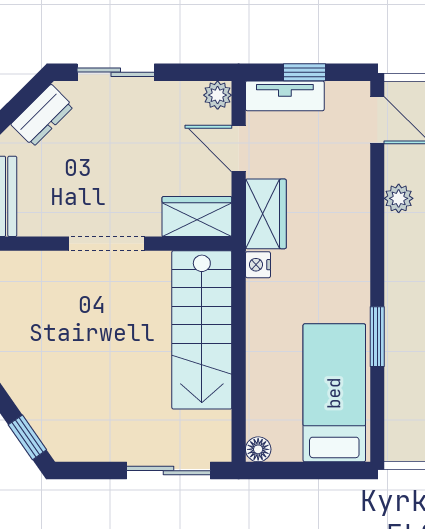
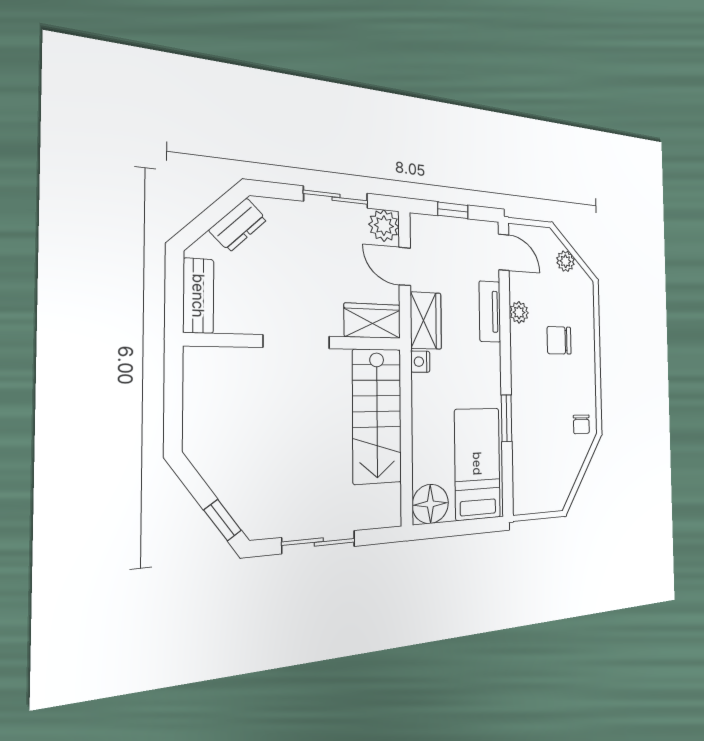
sliding door: (116, 72) -> (336, 197), moved
plant: (218, 95) -> (384, 226), width x1.38, depth x1.38
tv unit: (285, 96) -> (490, 312), moved, turned 90
floor lamp: (258, 449) -> (430, 504), width x1.89, depth x1.89
sliding door: (169, 471) -> (319, 542), moved

